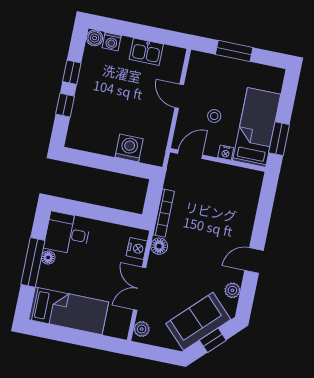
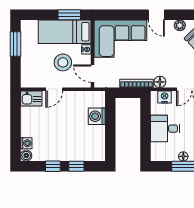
window: (234, 51) -> (15, 44), moved
kitchen sink: (146, 52) -> (31, 98), moved, turned 90
stool: (214, 116) -> (63, 62), width x1.89, depth x1.89
corner sofa: (231, 203) -> (120, 39), added
desk: (67, 233) -> (165, 129), moved, turned 90

